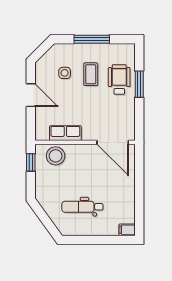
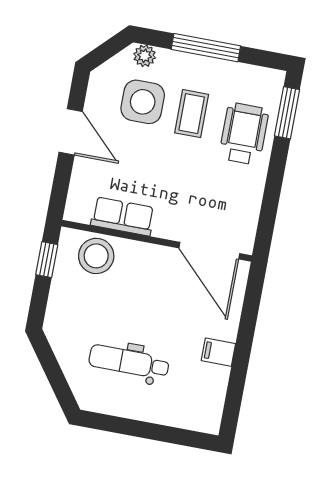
plant: (61, 49) -> (145, 56), added
side table: (65, 73) -> (143, 102), width x1.87, depth x1.87
window: (139, 84) -> (287, 113), moved
filing cabinet: (127, 230) -> (218, 352), moved

